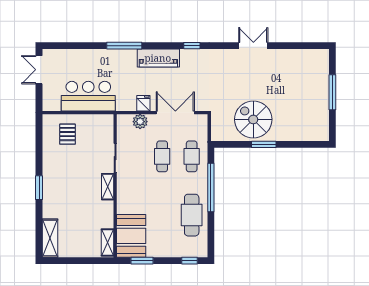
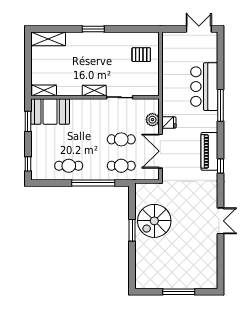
piano: (158, 58) -> (209, 151), moved
bar counter: (88, 96) -> (204, 87), moved, turned 180
double door: (175, 113) -> (160, 151), swing flipped
spiral stairs: (253, 119) -> (154, 221), turned 180
cafe table: (192, 215) -> (69, 166), width x0.73, depth x0.74

